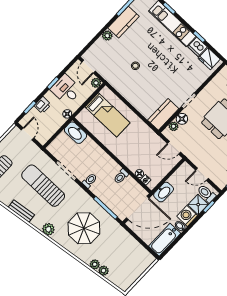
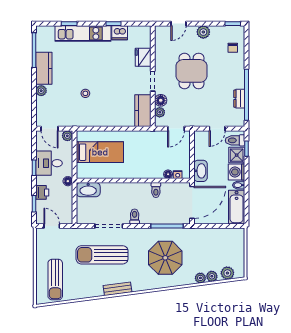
fridge: (209, 59) -> (143, 57), moved, turned 90
bench: (21, 211) -> (118, 289), moved
plant: (48, 229) -> (227, 273), moved

